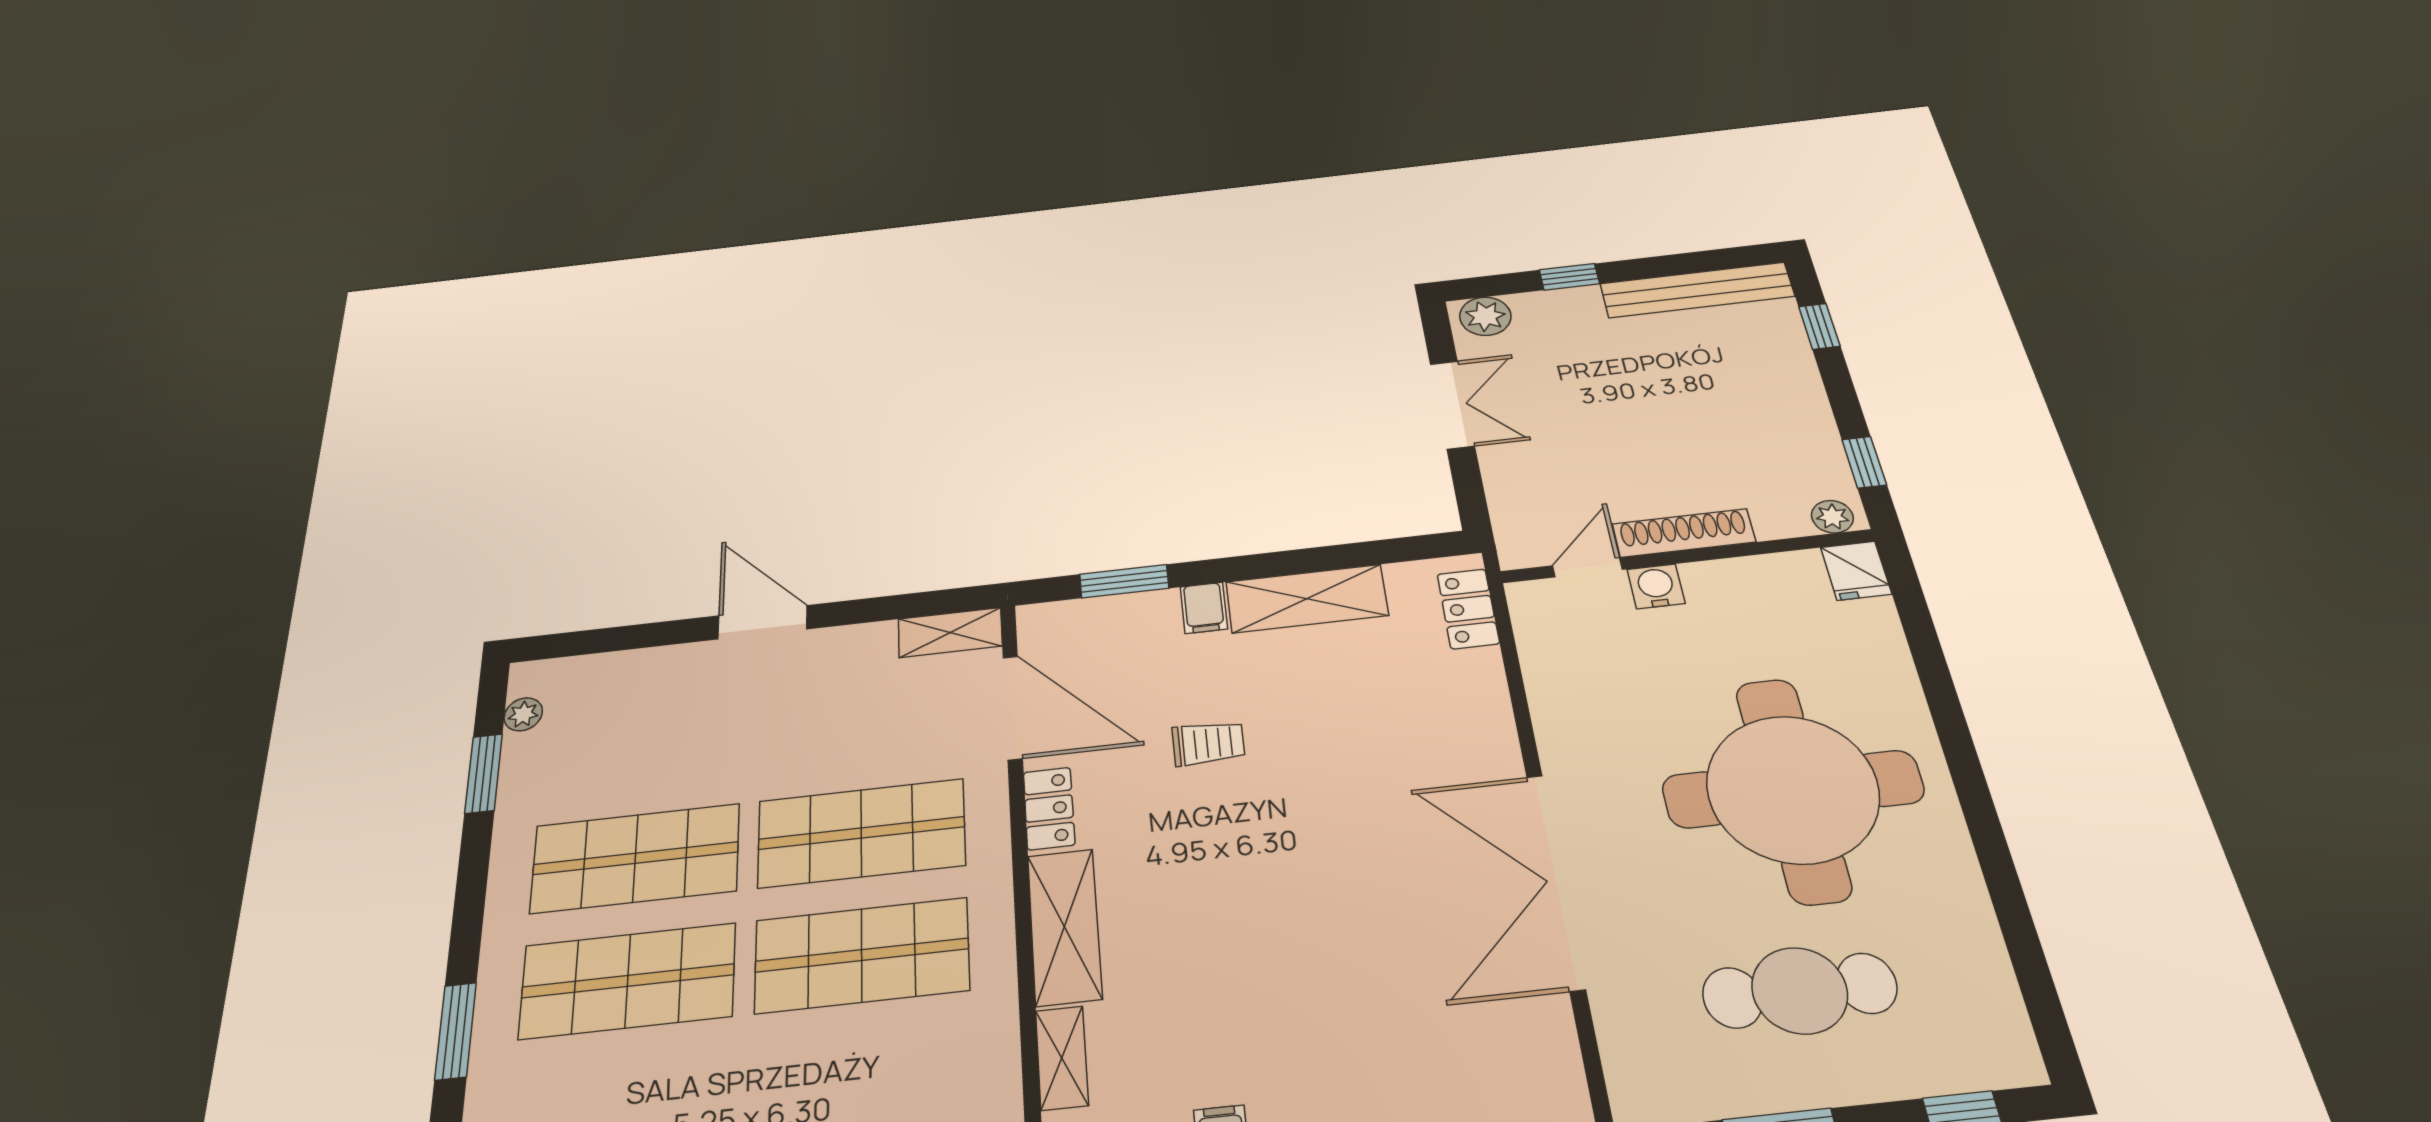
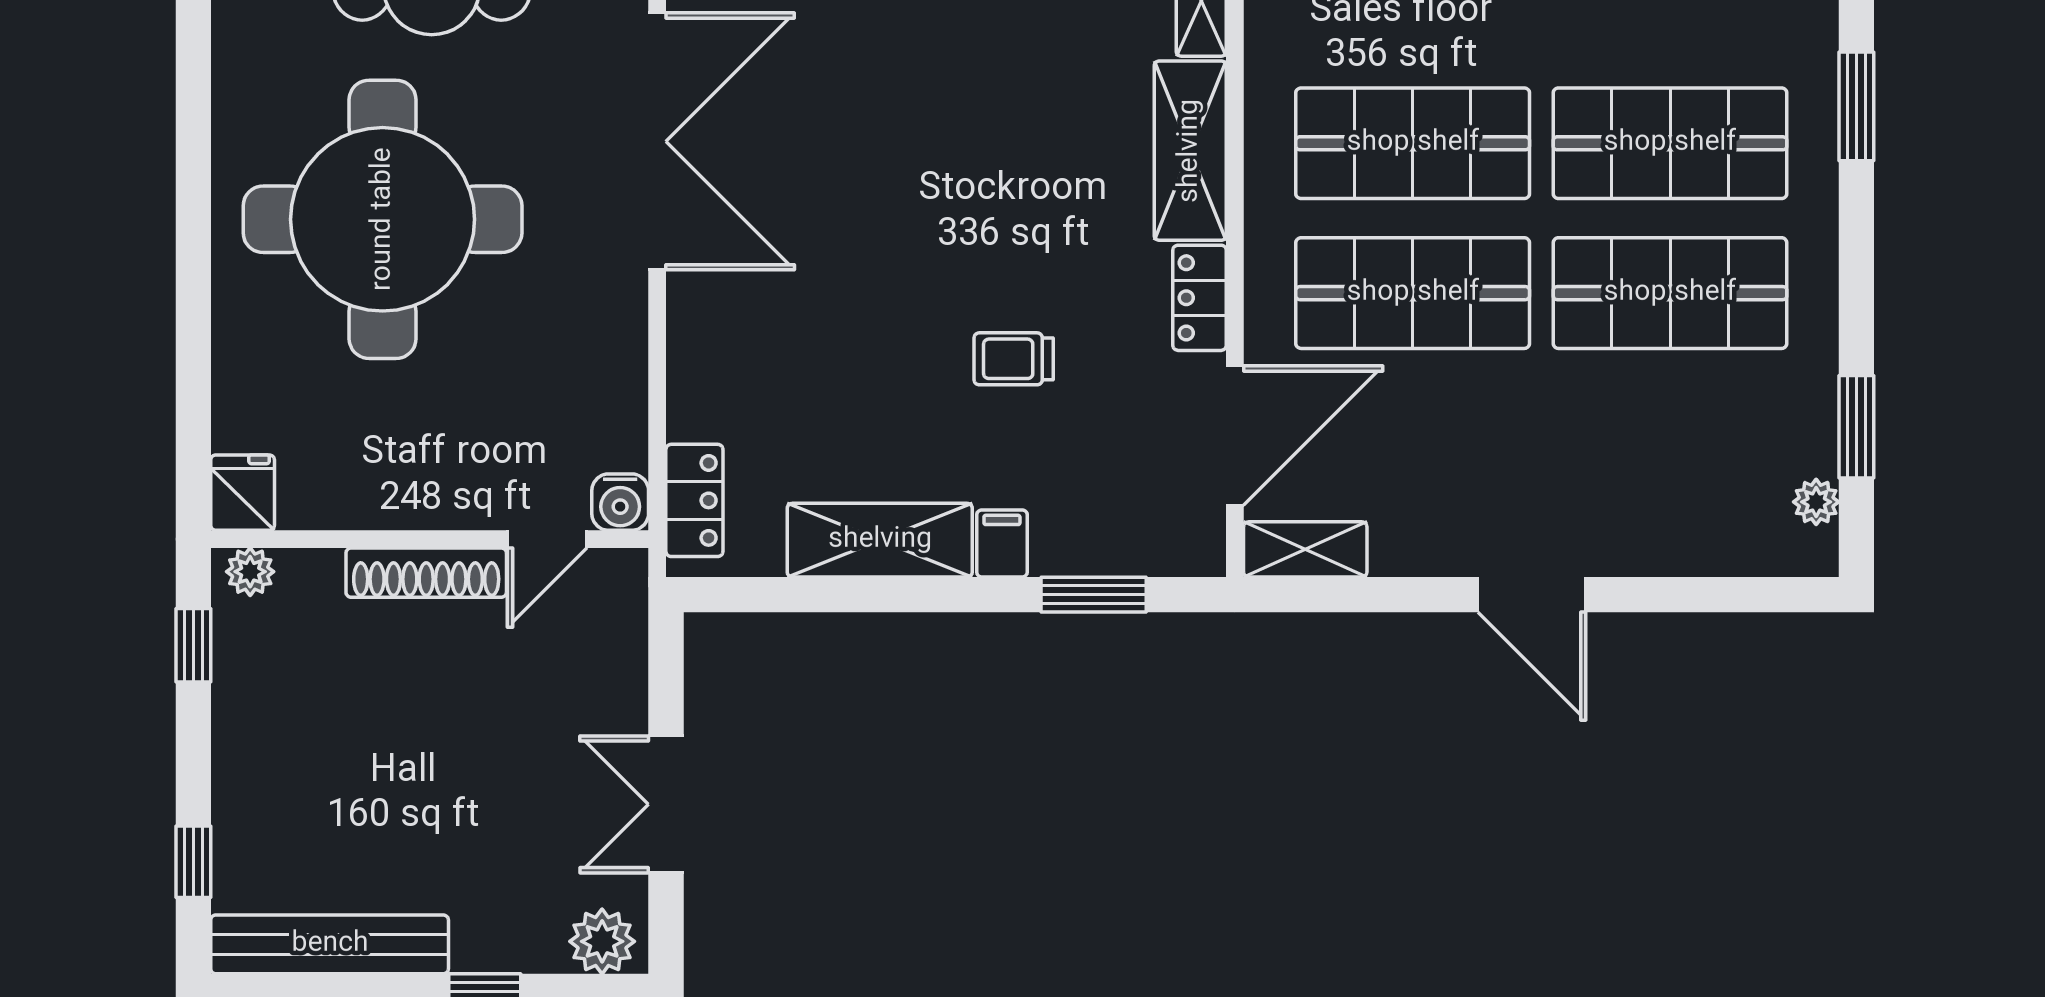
water cooler: (1656, 586) -> (620, 502), moved
door: (1013, 708) -> (1235, 435), swing flipped

